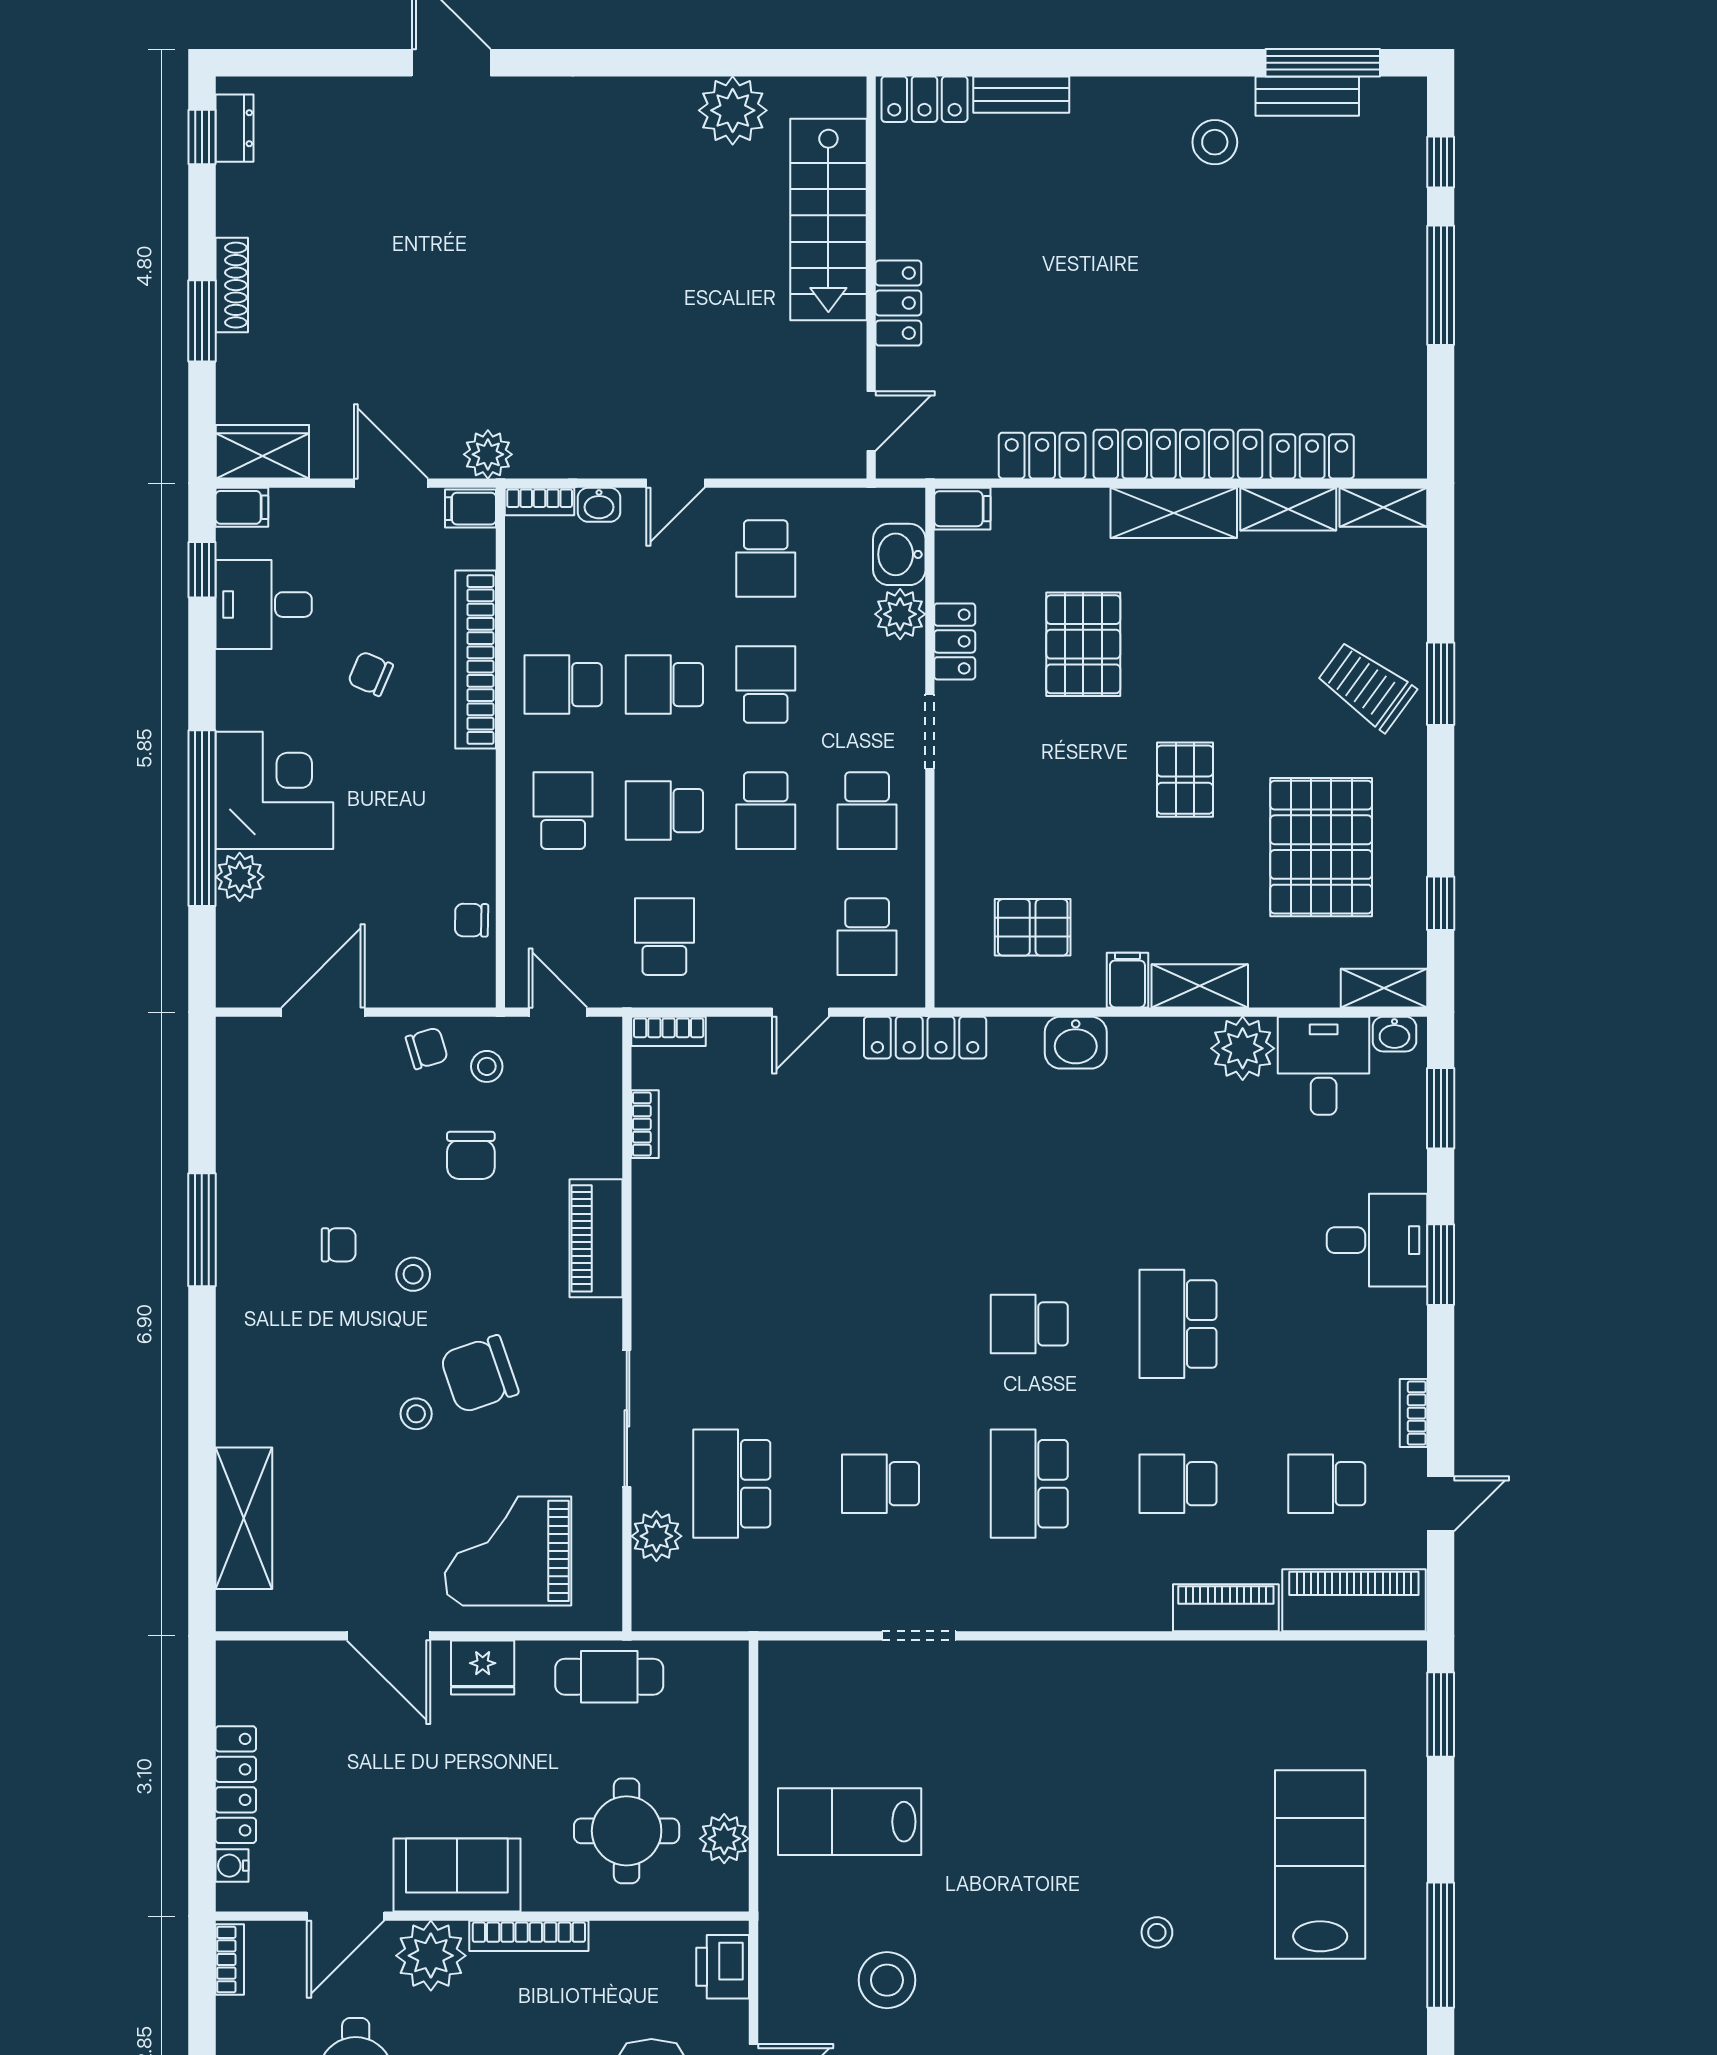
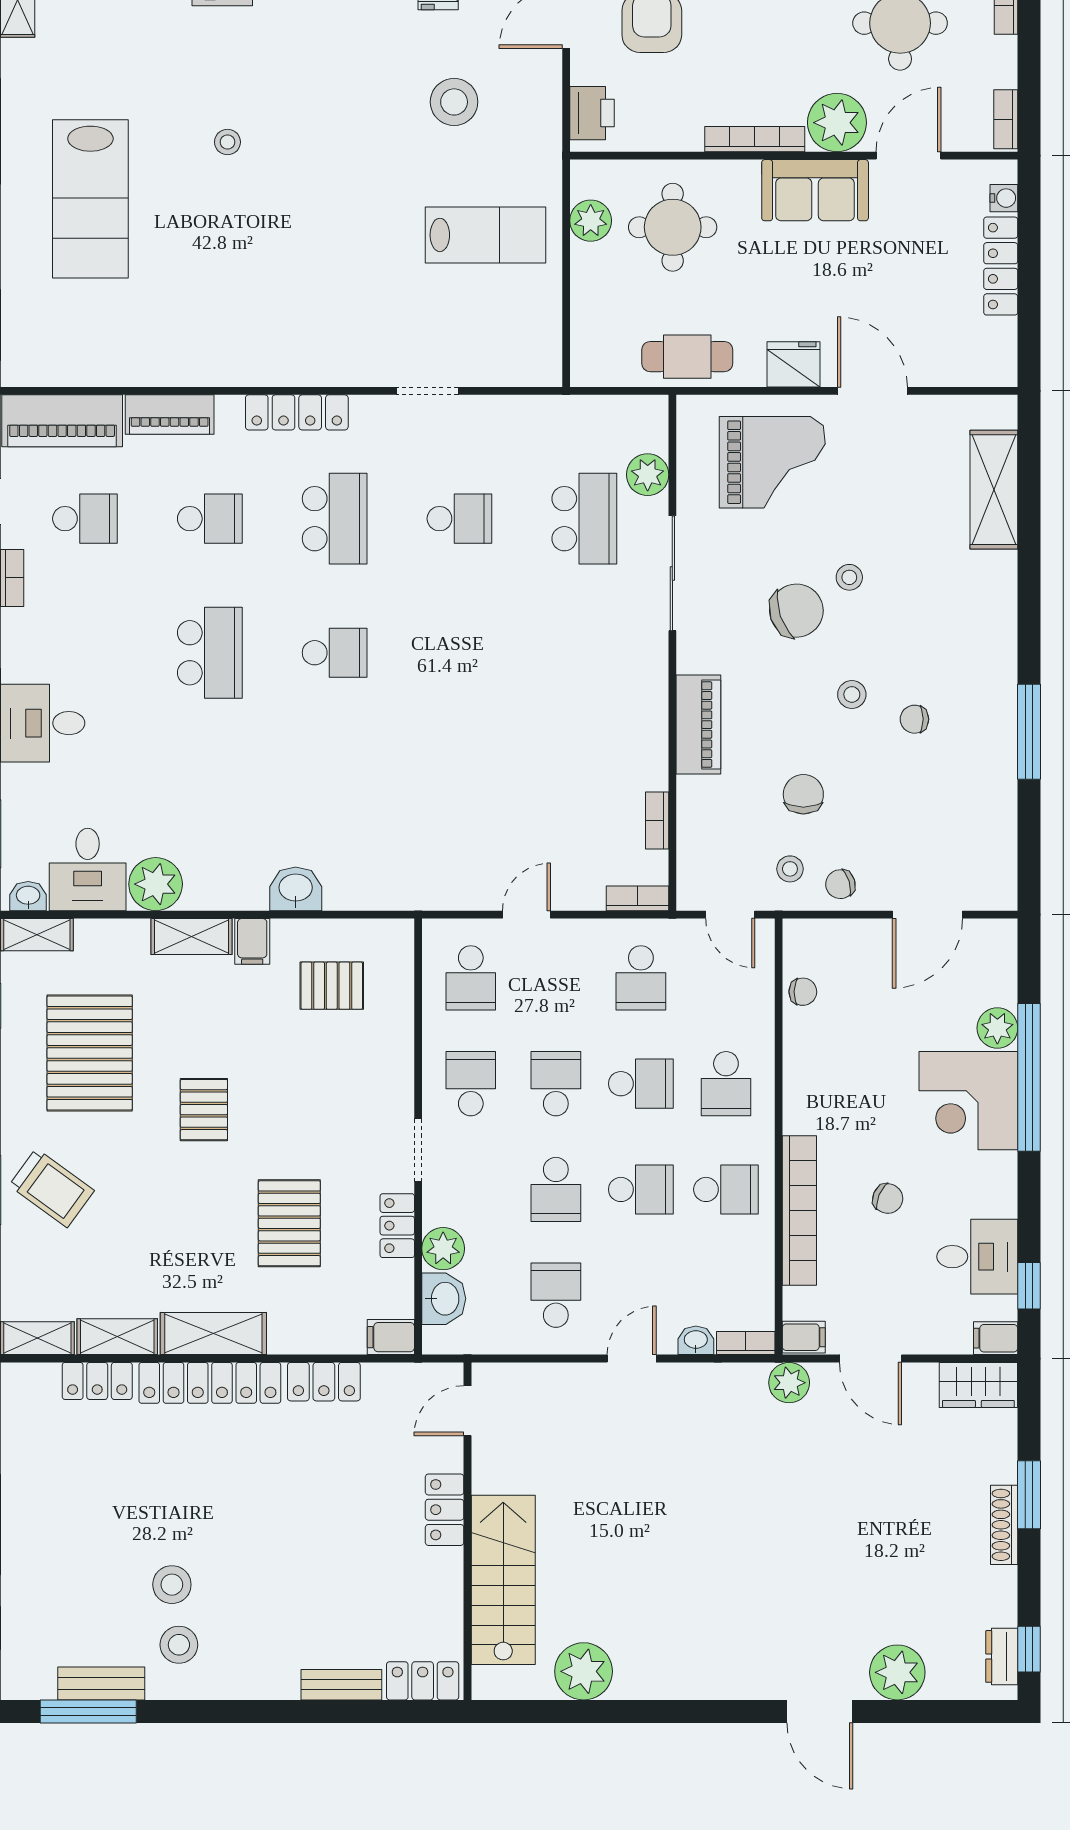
plant: (359, 109) -> (897, 1672), added
stool: (1223, 214) -> (172, 1585), added
school desk: (867, 937) -> (471, 978), turned 180
locker: (925, 1038) -> (297, 412), moved, turned 180

